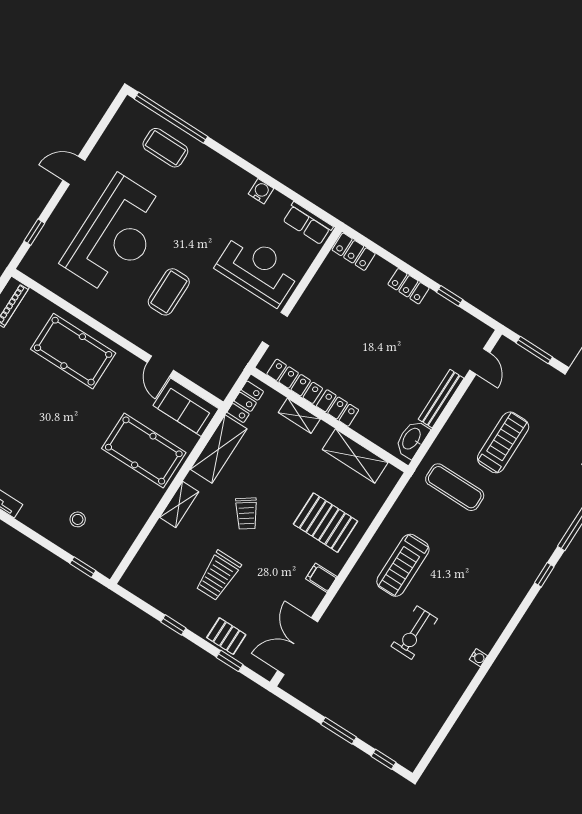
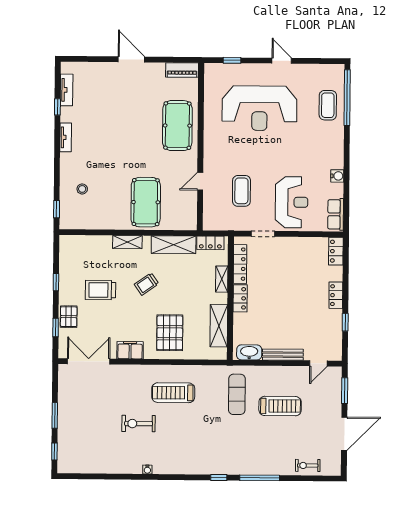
coffee table: (169, 292) -> (241, 191), moved, turned 90
sofa: (186, 407) -> (186, 211), removed
filing cabinet: (321, 578) -> (130, 350), width x2.00

